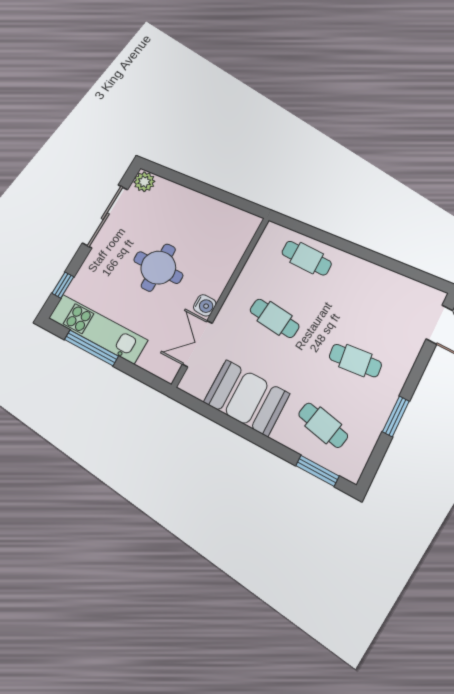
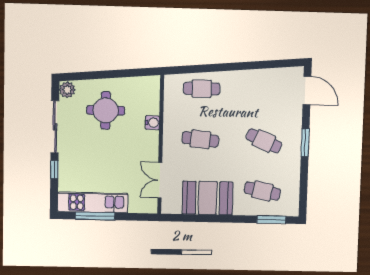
round table: (158, 268) -> (106, 110), moved
window: (63, 285) -> (54, 170), moved
water cooler: (205, 305) -> (152, 123), moved
cafe table: (355, 361) -> (264, 141), turned 30
window: (396, 416) -> (305, 143), moved

